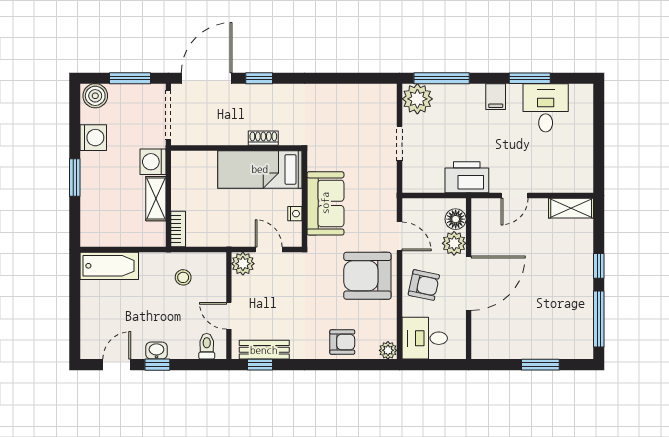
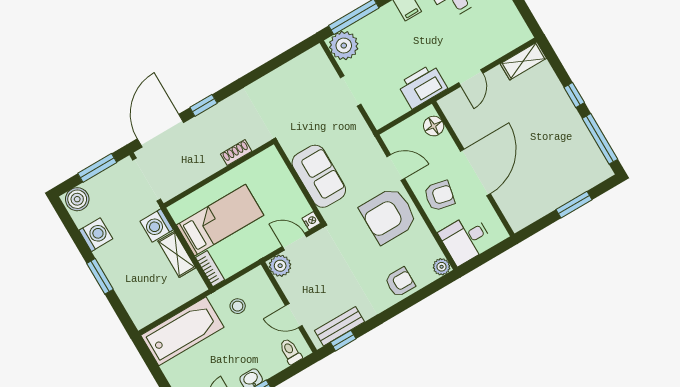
bed: (260, 169) -> (220, 220), moved, turned 180
nightstand: (295, 214) -> (311, 221), moved
plant: (454, 243) -> (444, 147), removed
bathtub: (109, 266) -> (182, 331), width x1.36, depth x1.36

